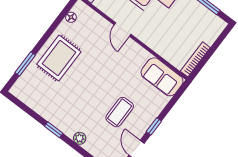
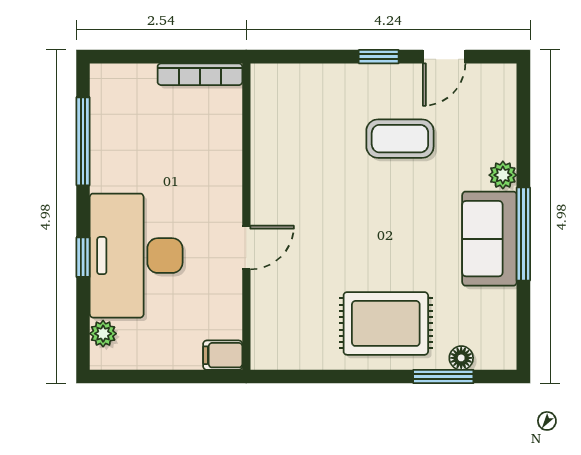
floor lamp: (71, 17) -> (461, 358), moved
sofa: (162, 77) -> (489, 239), moved, turned 180
window: (54, 130) -> (523, 234), width x2.17

